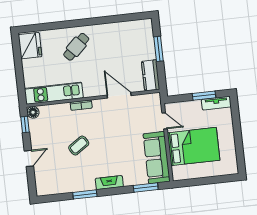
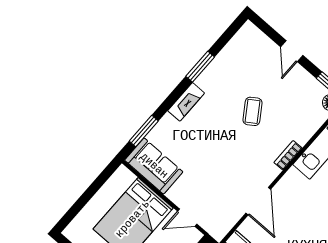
door: (119, 95) -> (258, 201), hinge flipped
sofa: (157, 158) -> (154, 166), width x0.73

